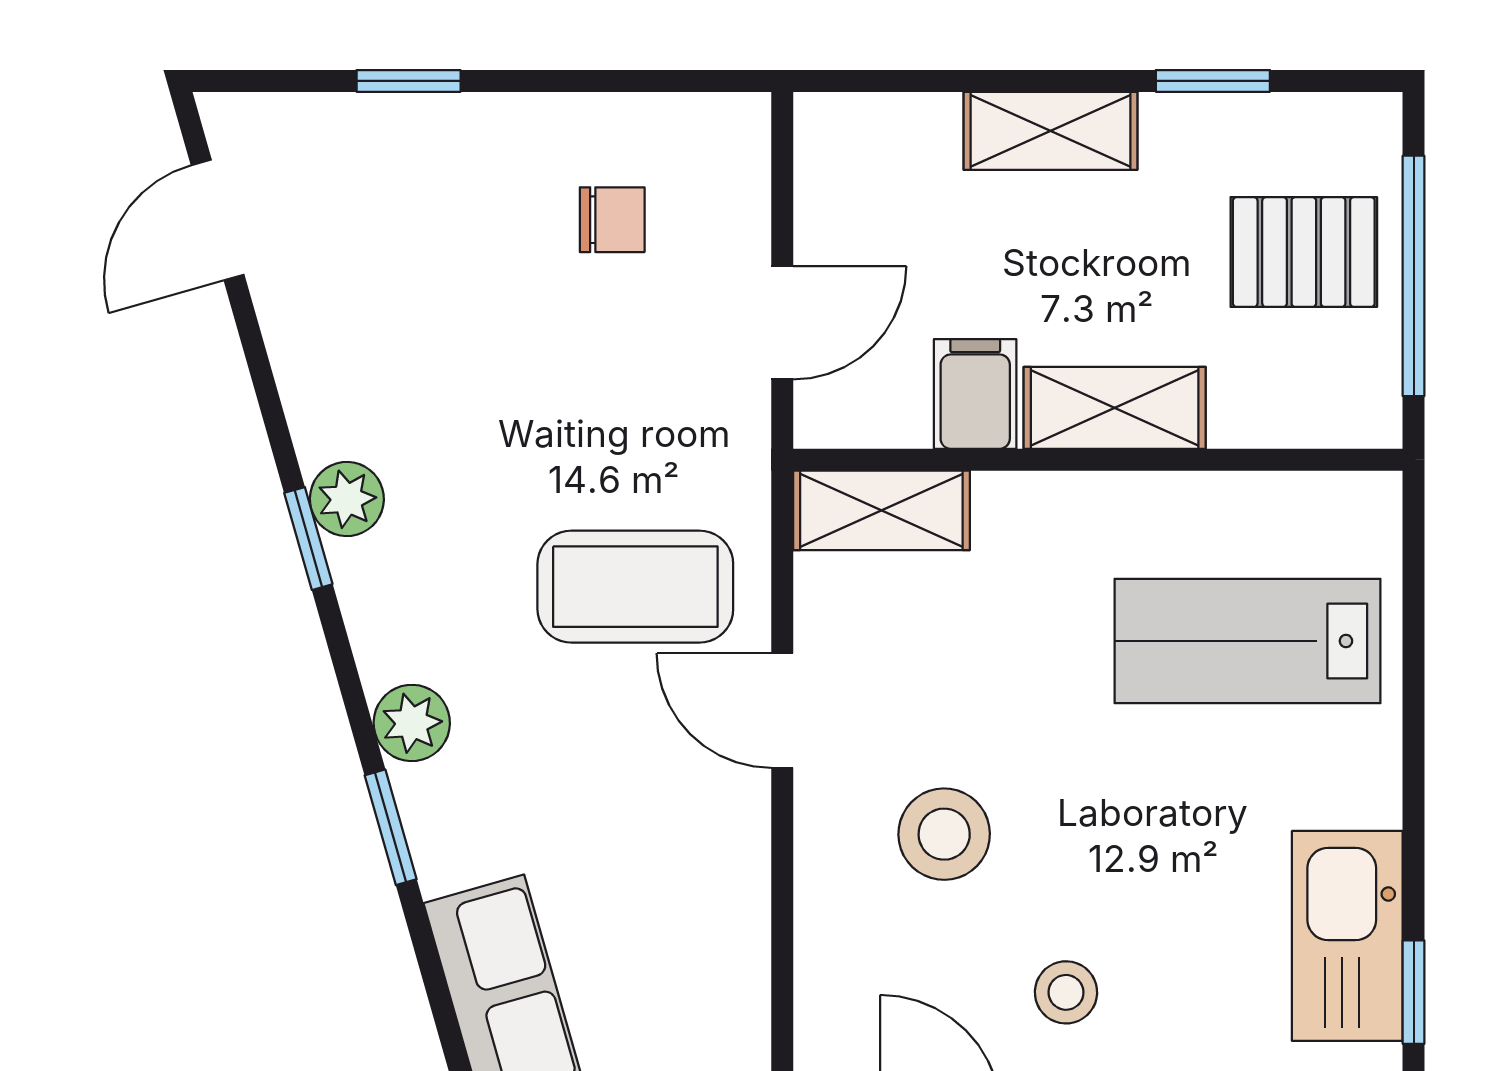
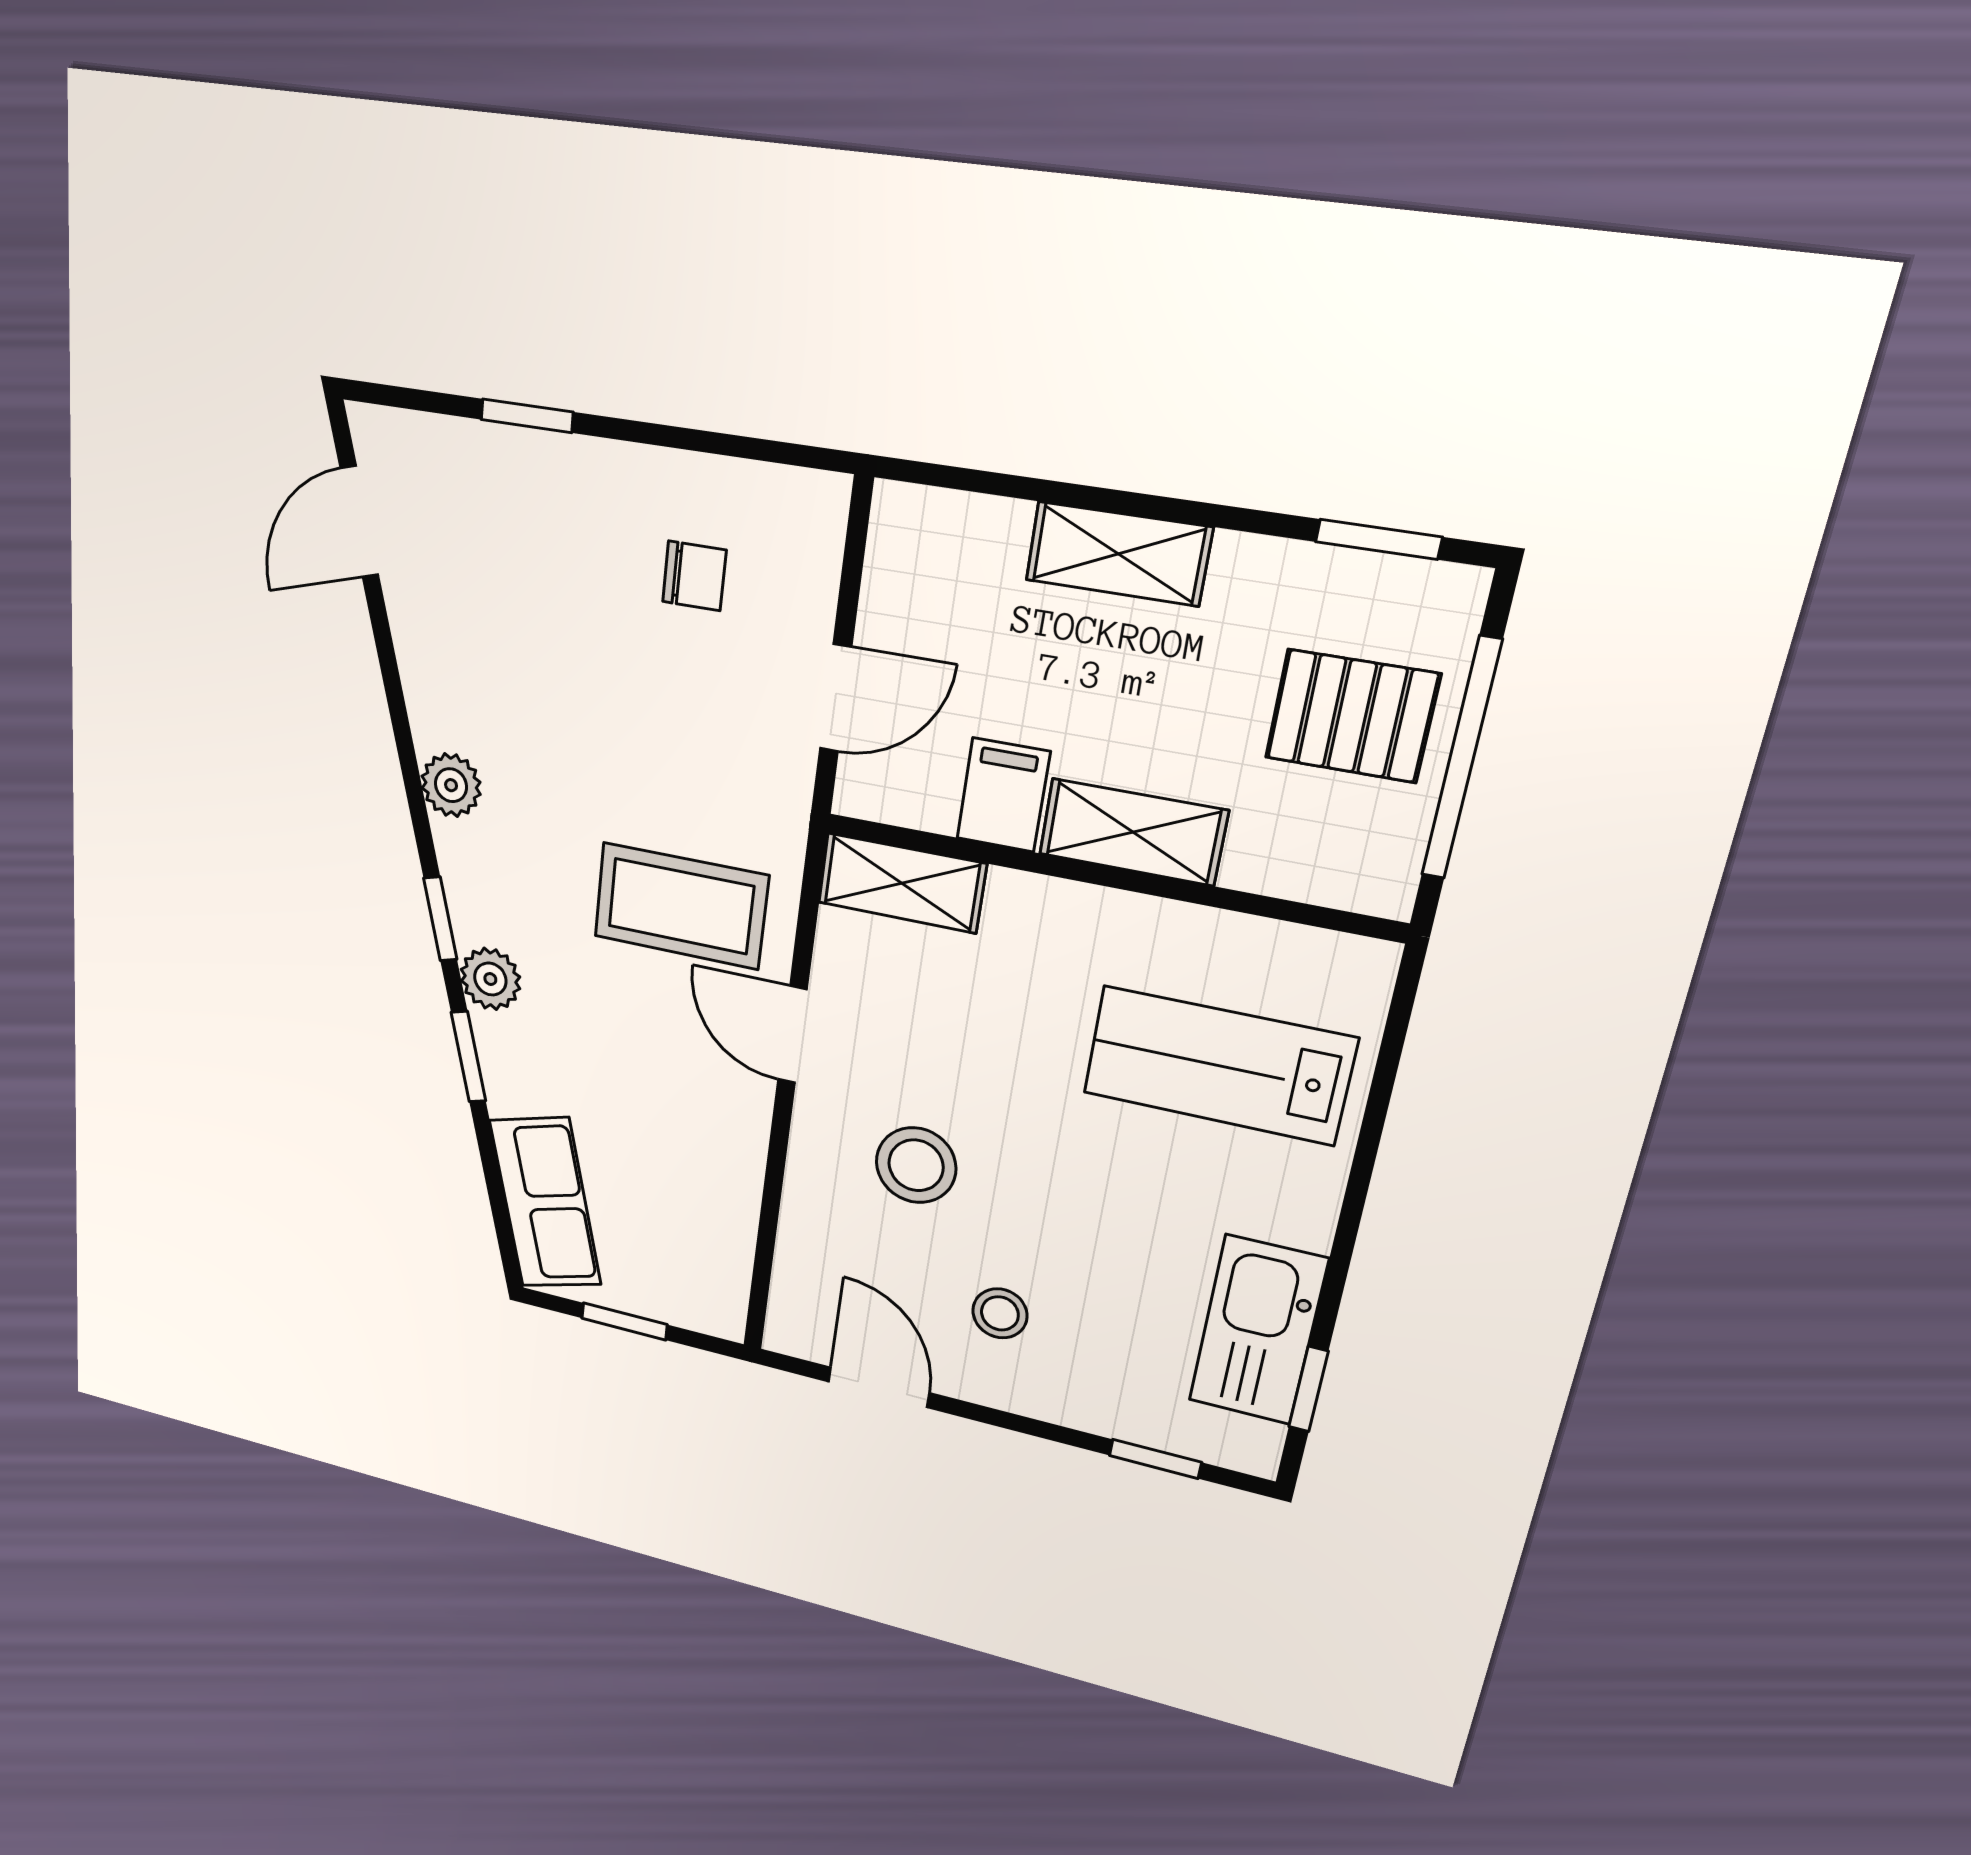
window: (1213, 81) -> (1379, 539), moved
window: (308, 539) -> (440, 919), moved

